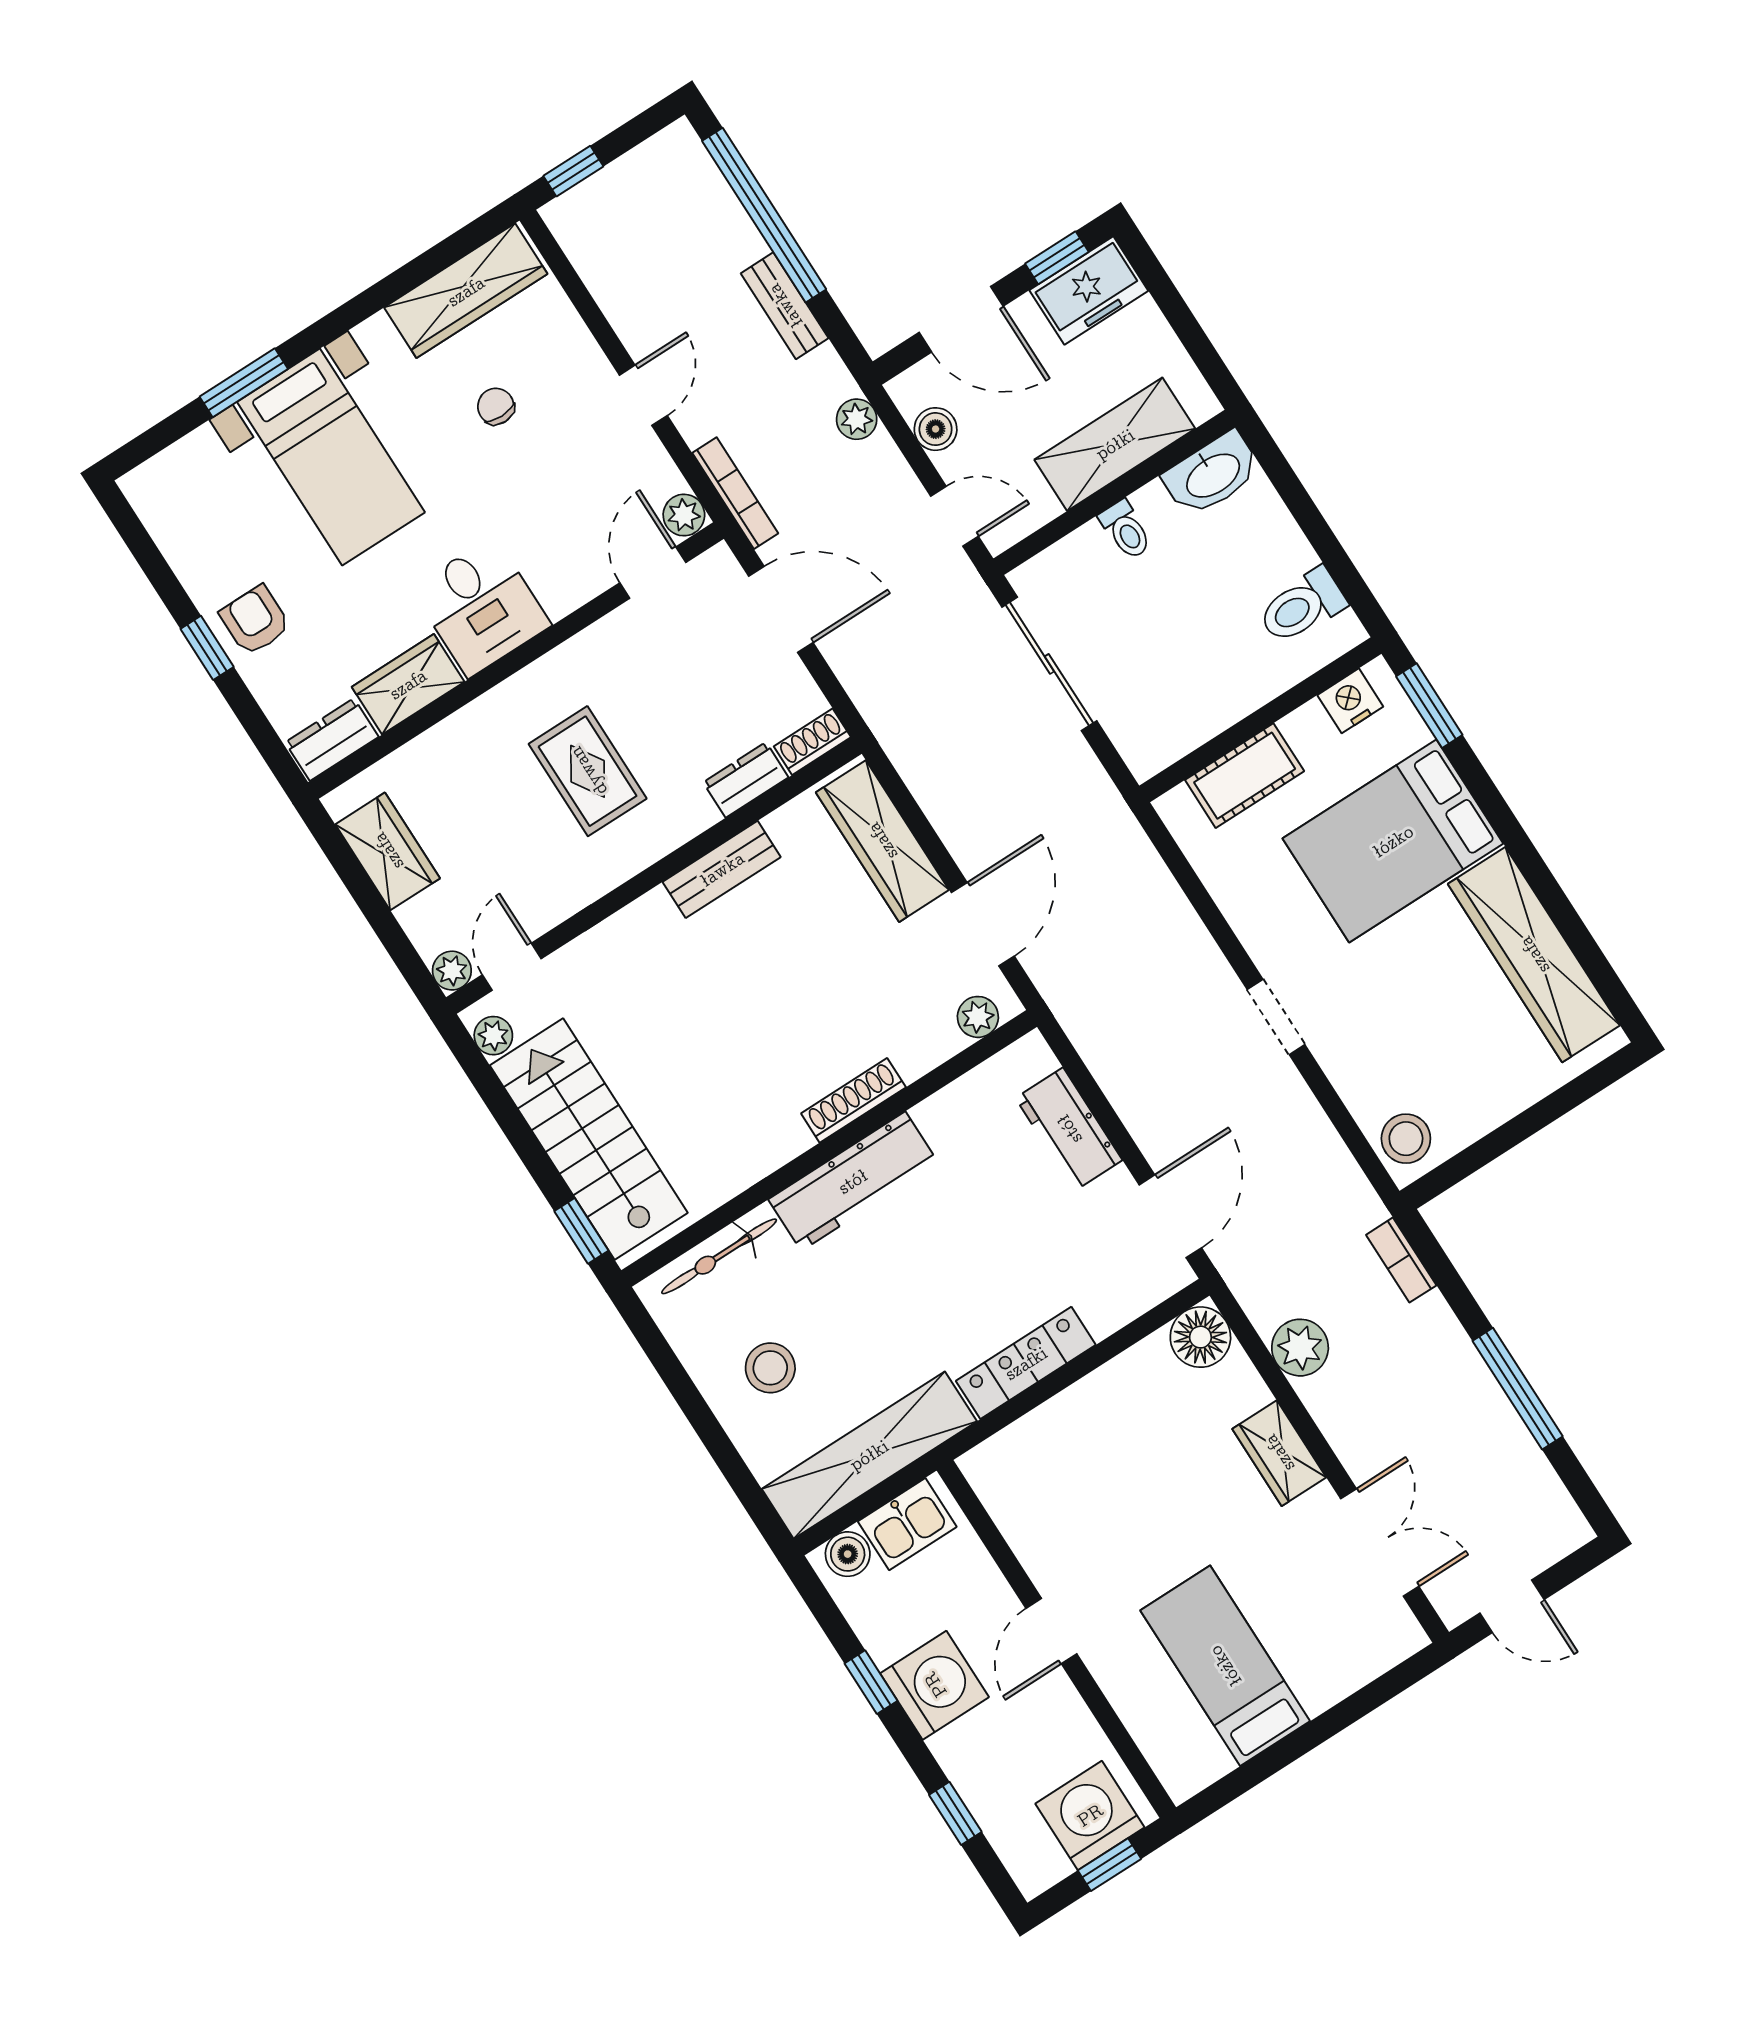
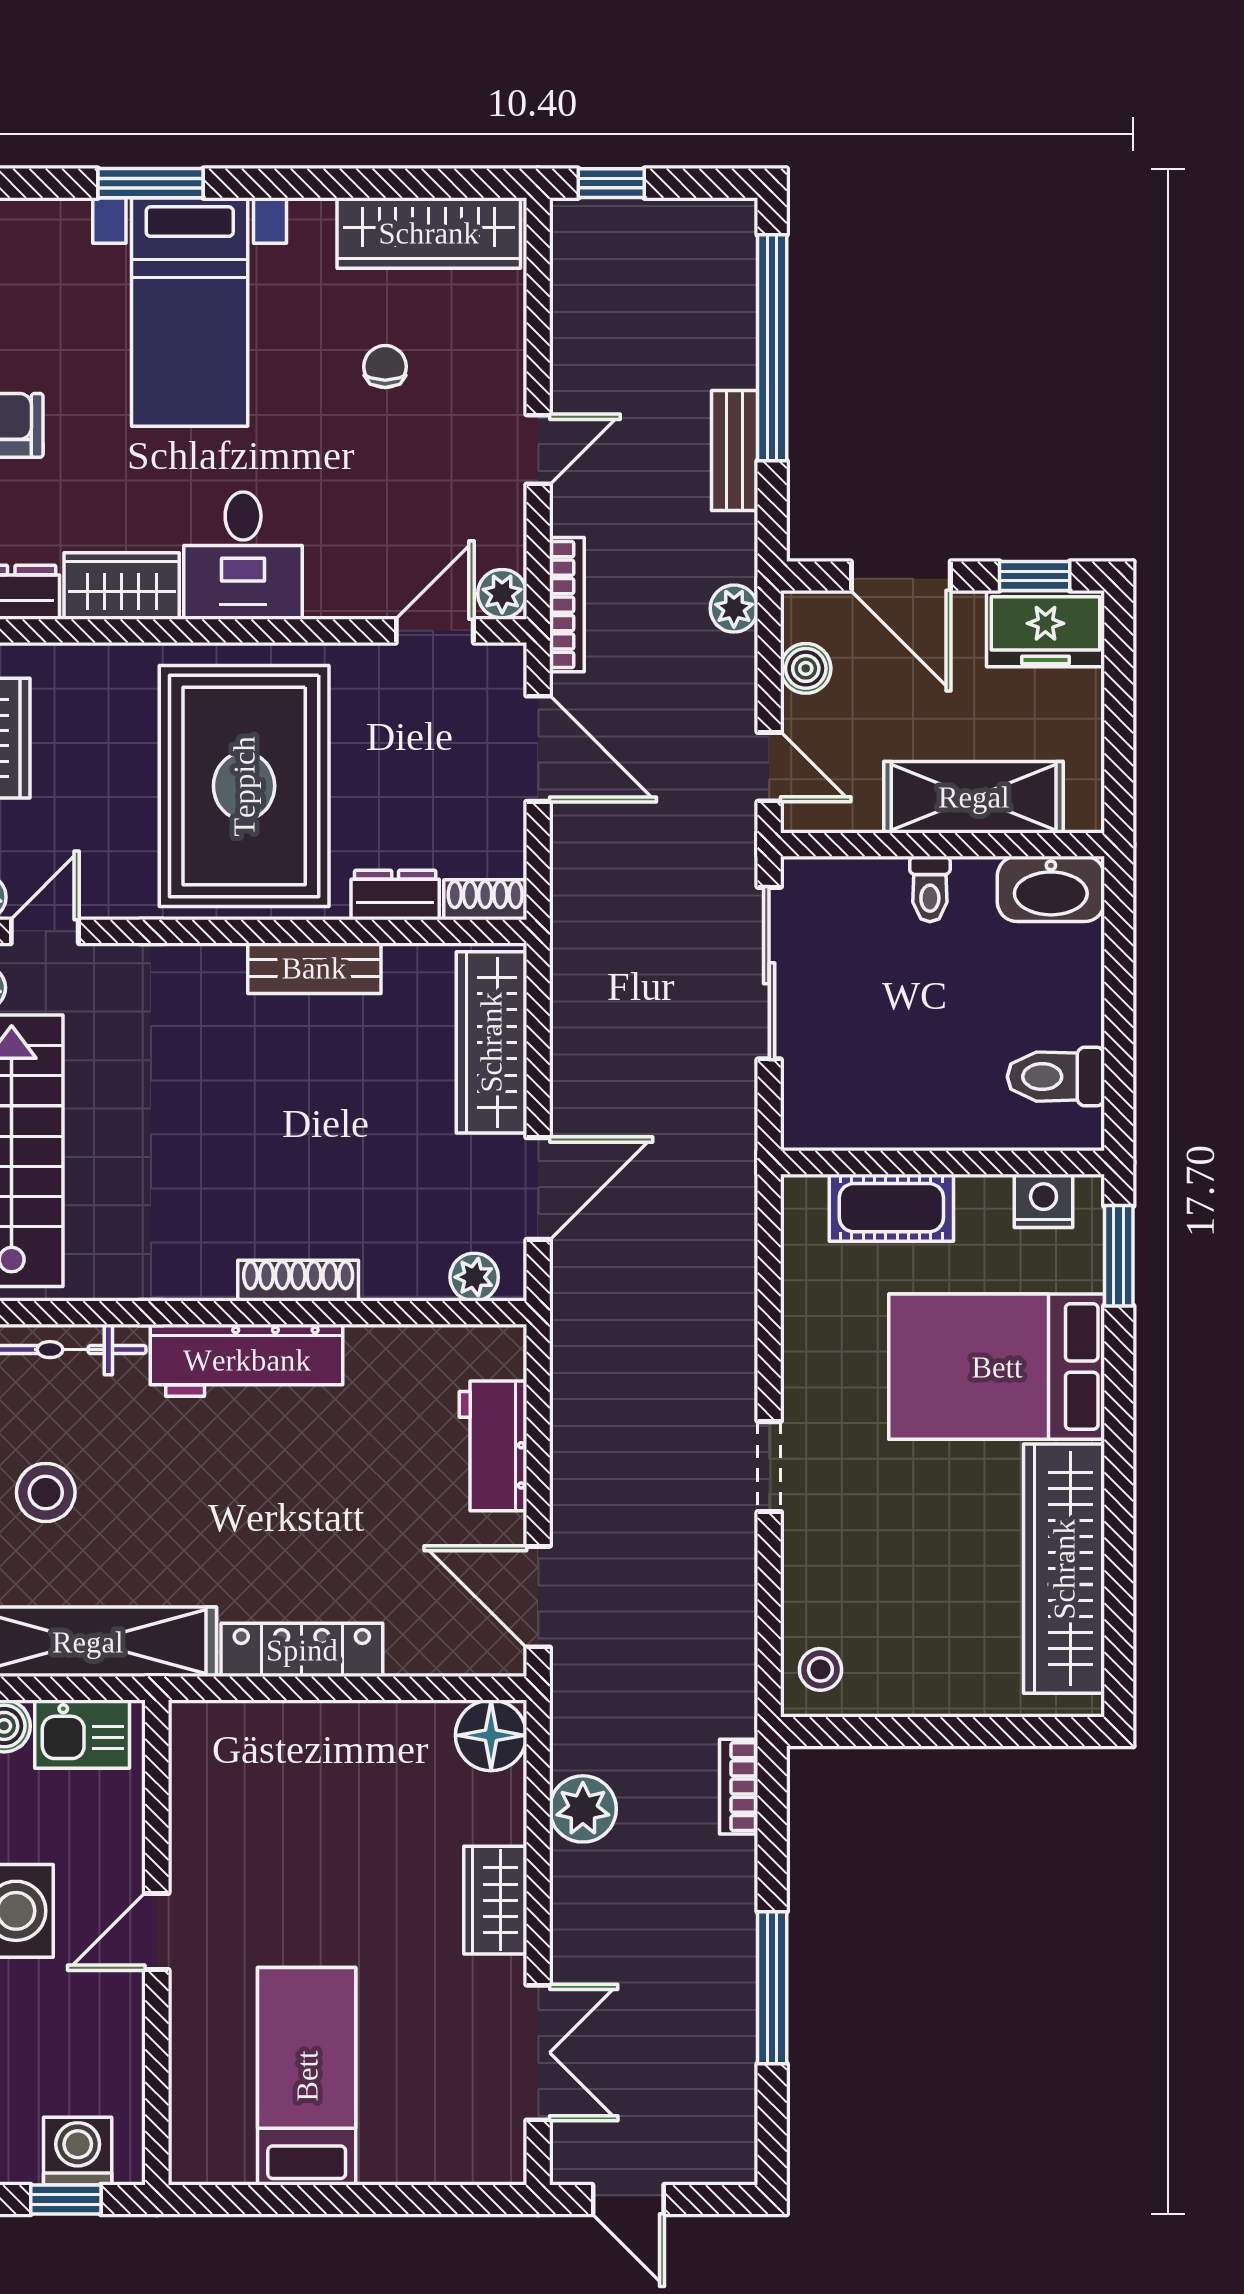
rug: (588, 771) -> (244, 786), width x1.86, depth x2.06
stool: (1406, 1139) -> (820, 1669), width x0.73, depth x0.73
door: (1170, 1216) -> (538, 1597), swing flipped
washing machine: (1090, 1815) -> (78, 2151), width x0.73, depth x0.73

